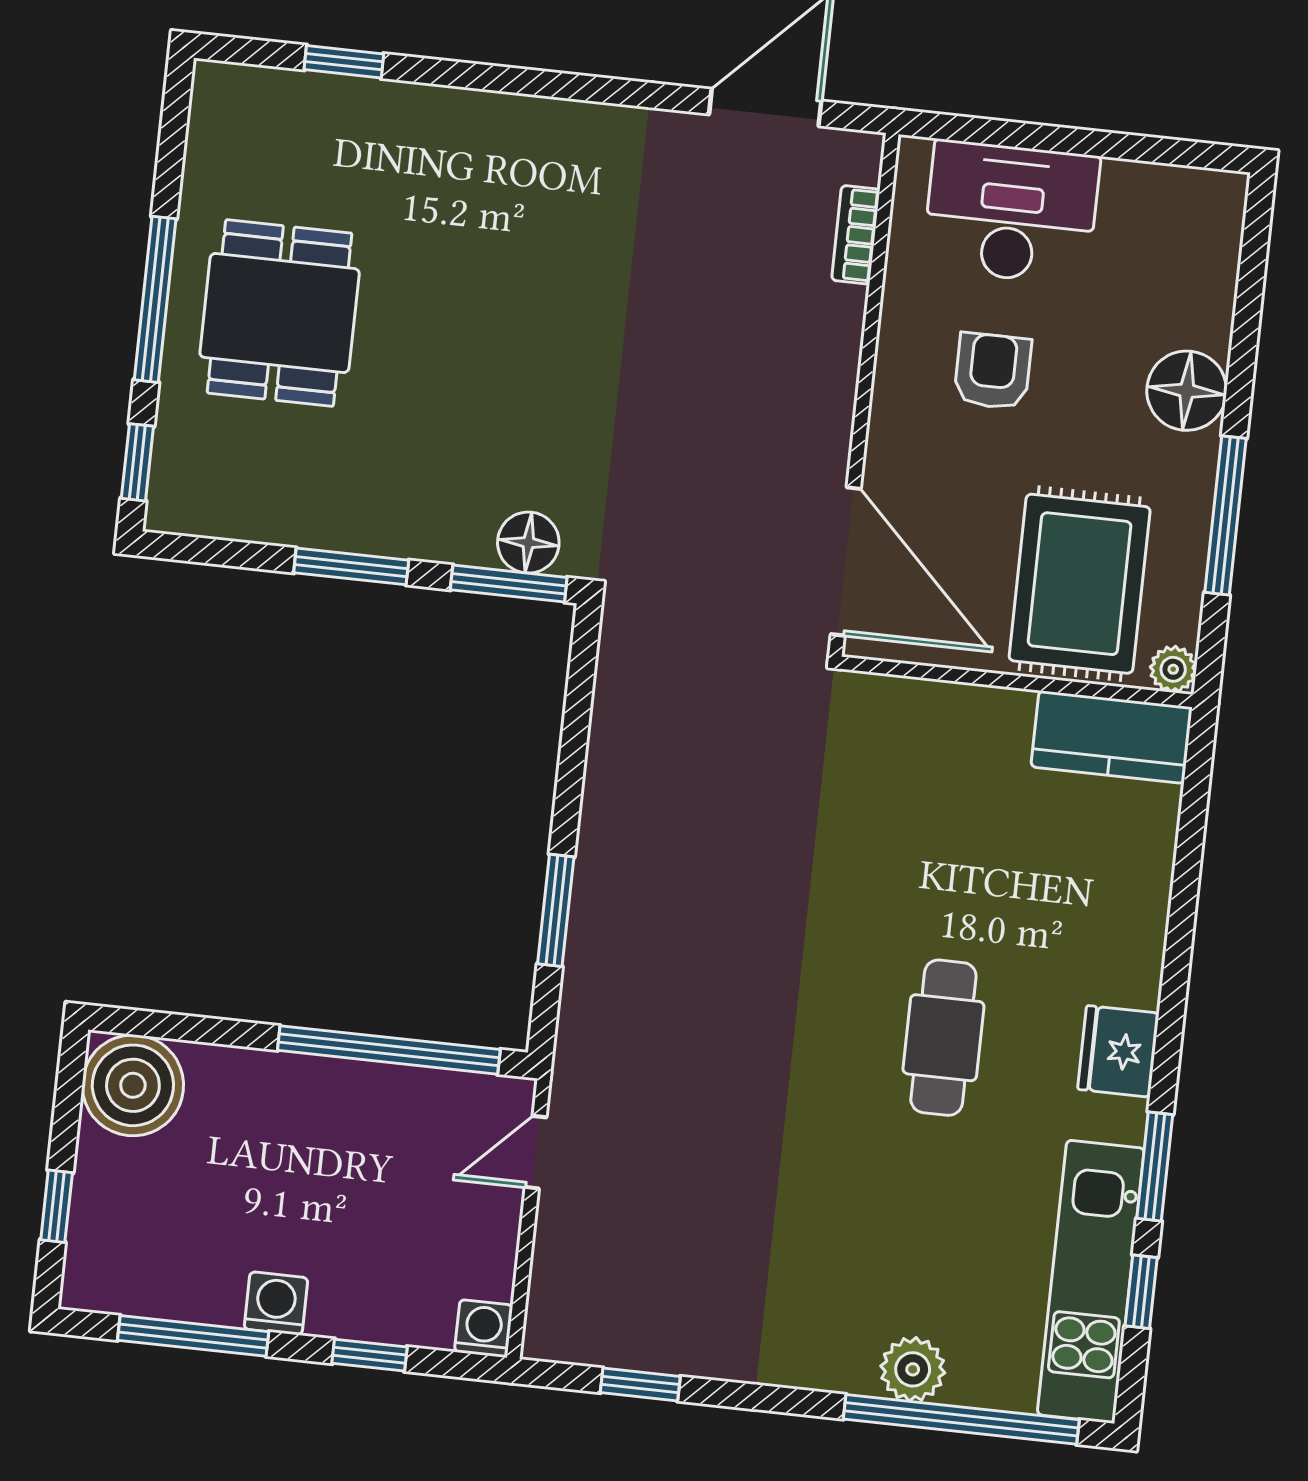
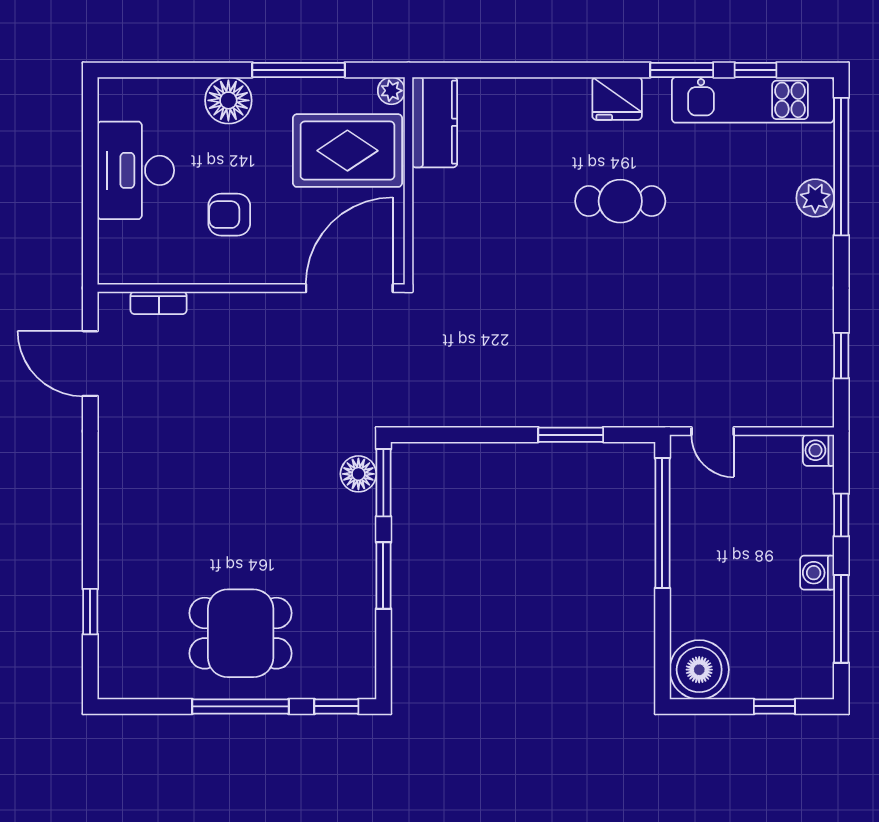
desk: (1011, 212) -> (136, 170), moved

